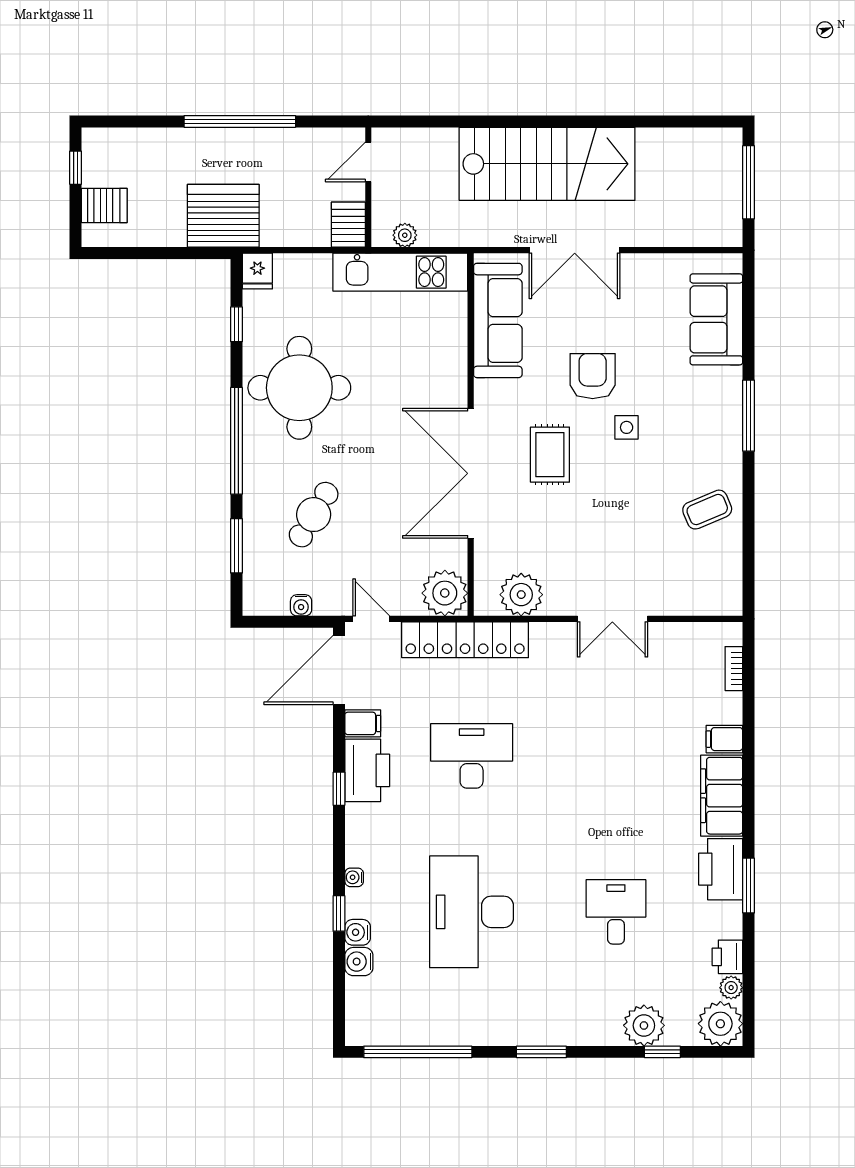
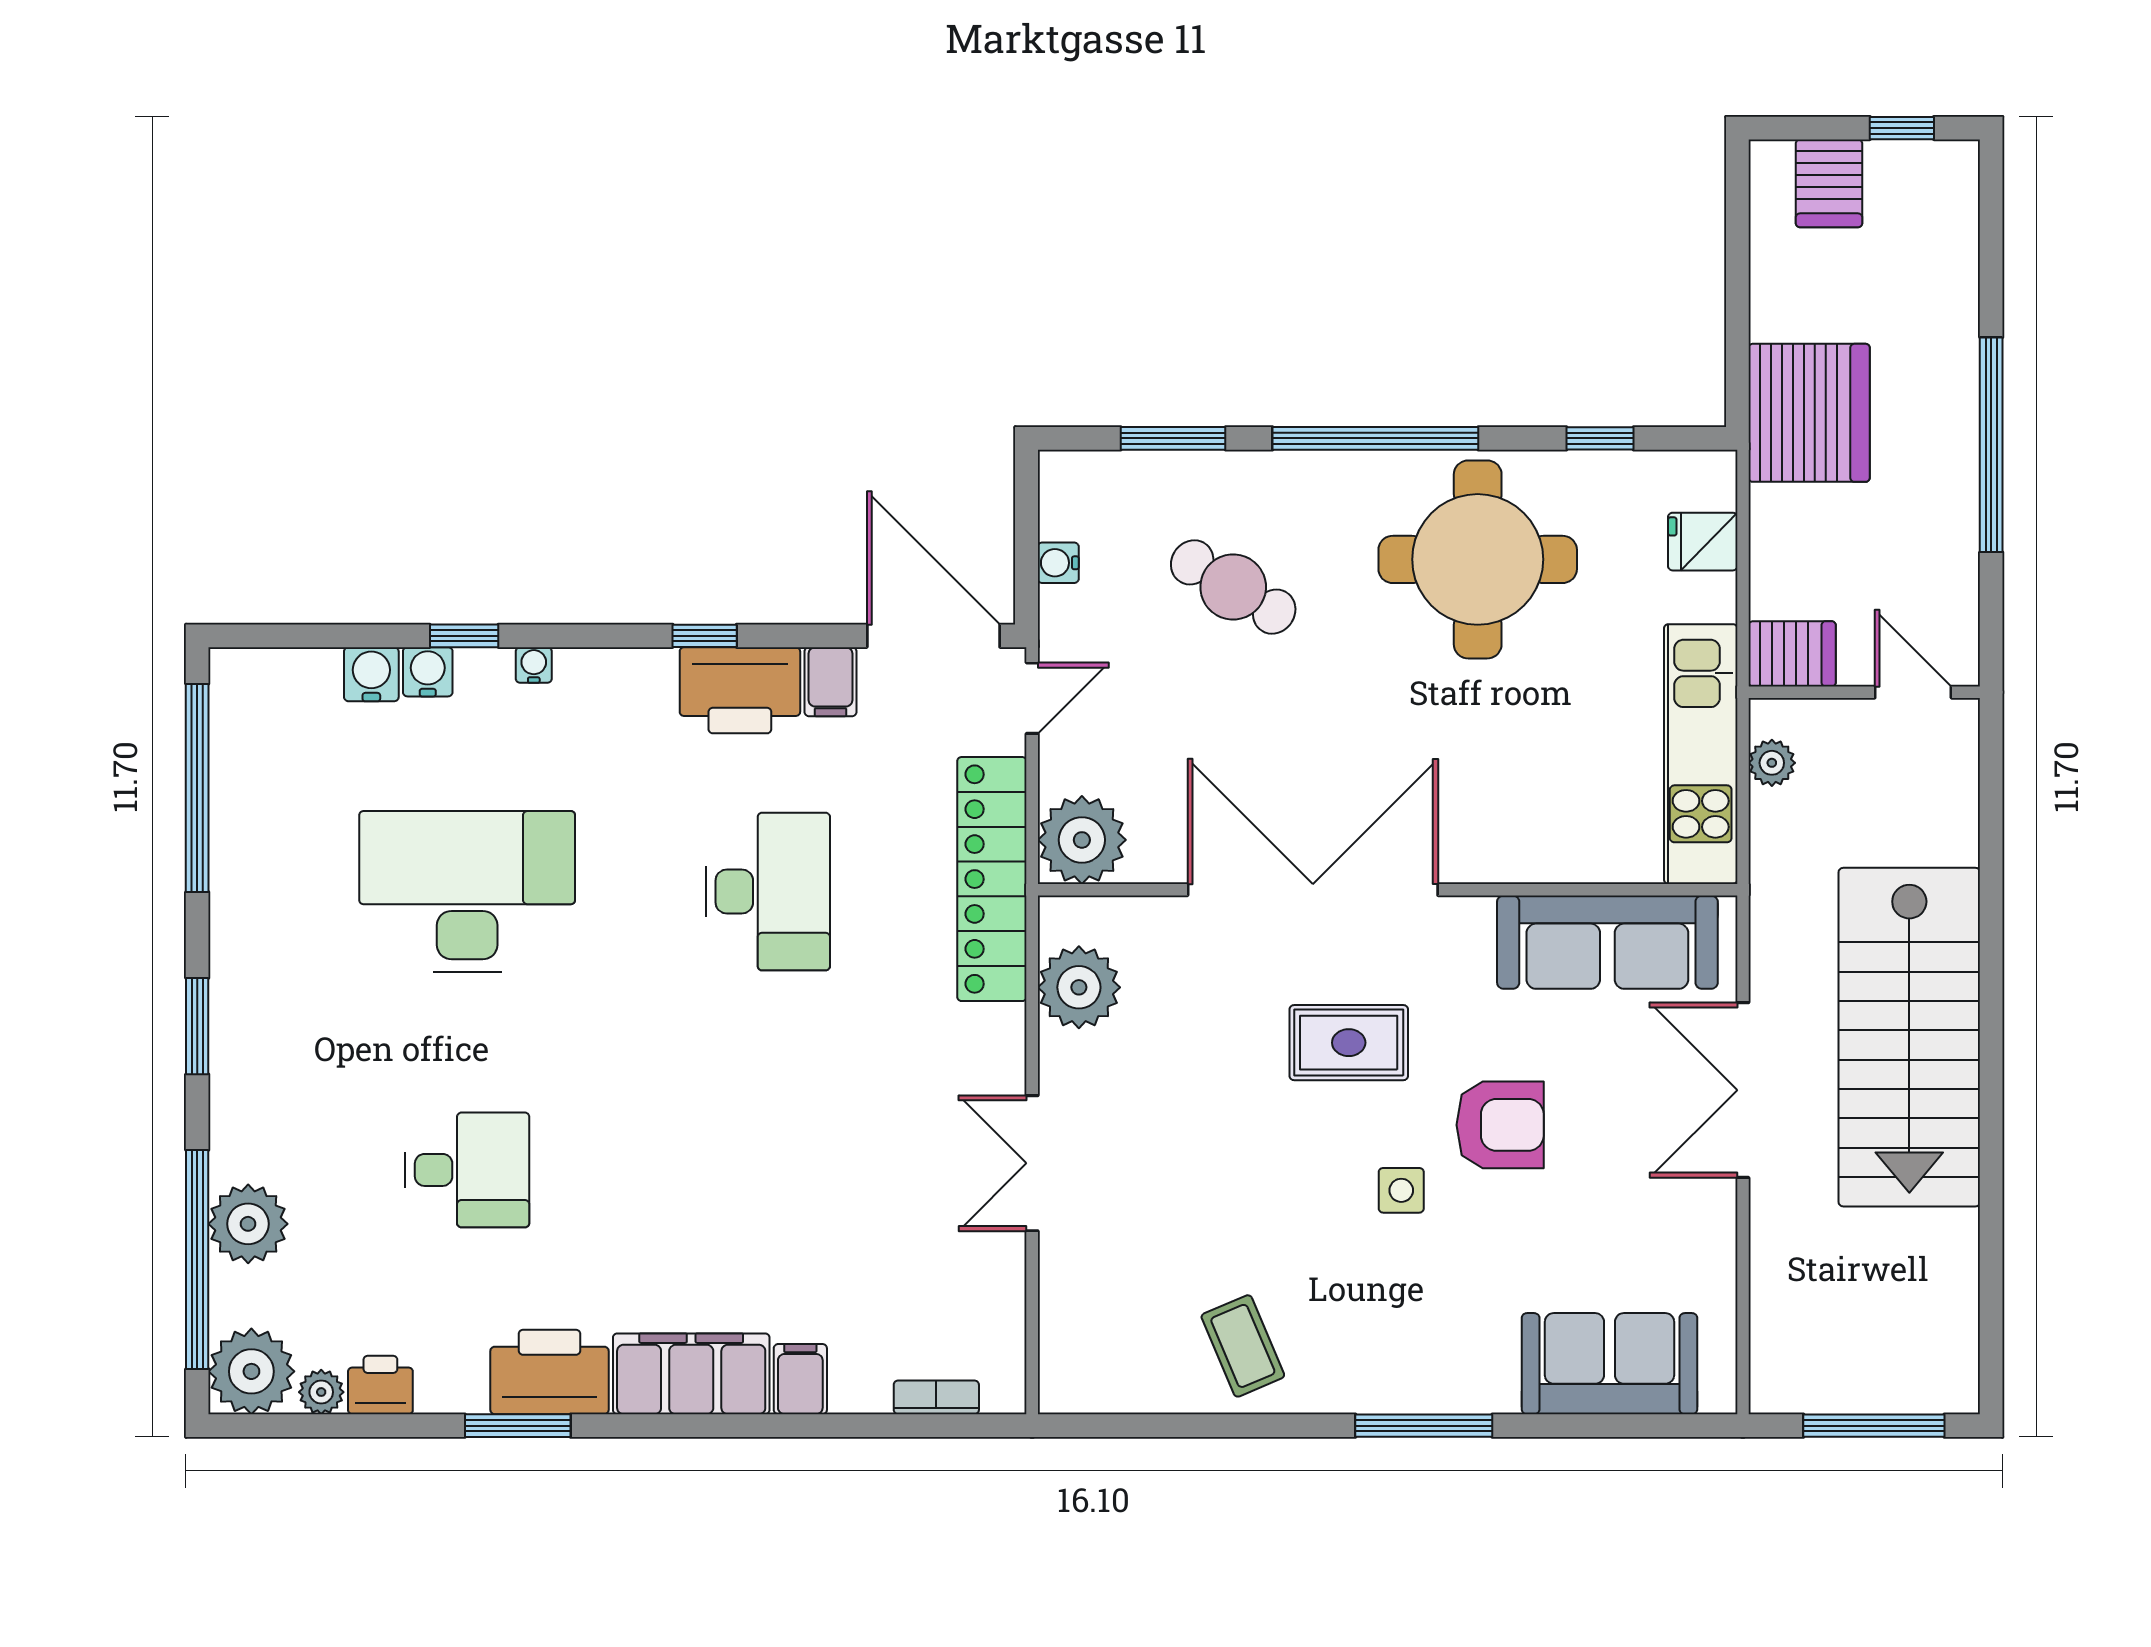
fridge: (257, 271) -> (1703, 542), moved
window: (662, 1052) -> (197, 1260), width x3.17

